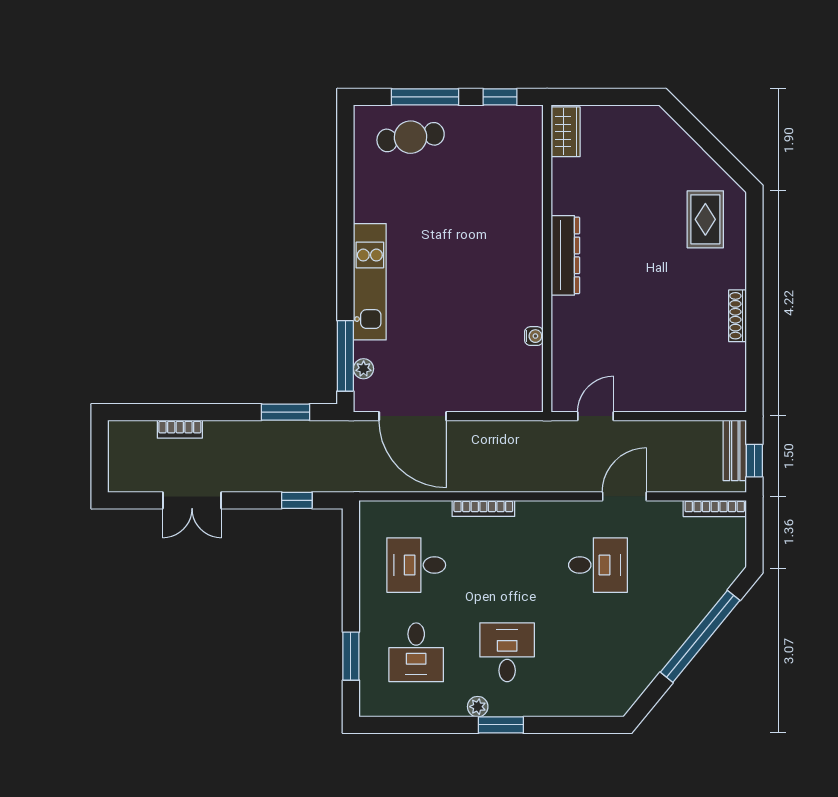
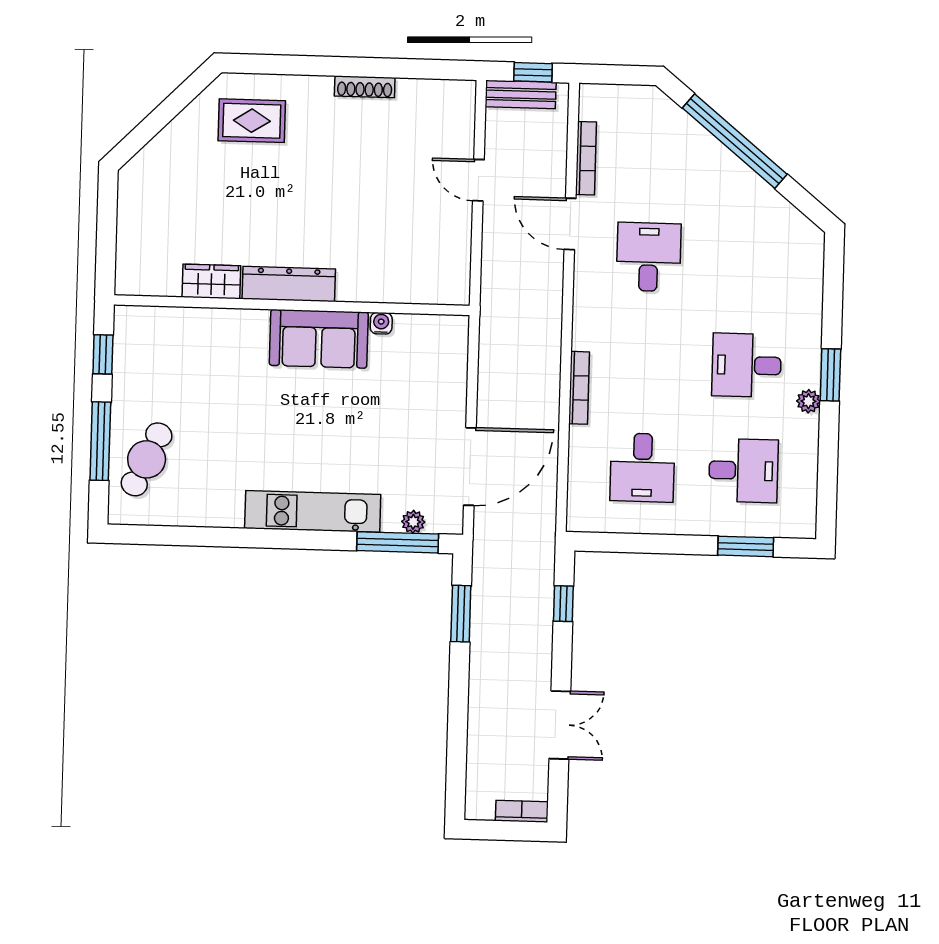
wardrobe: (566, 132) -> (211, 281), moved
cafe table: (411, 137) -> (147, 459), turned 33
sofa: (519, 283) -> (319, 339), added
door: (596, 416) -> (478, 180), moved
bookcase: (180, 429) -> (522, 811), moved, turned -90
bookcase: (715, 508) -> (586, 158), moved

